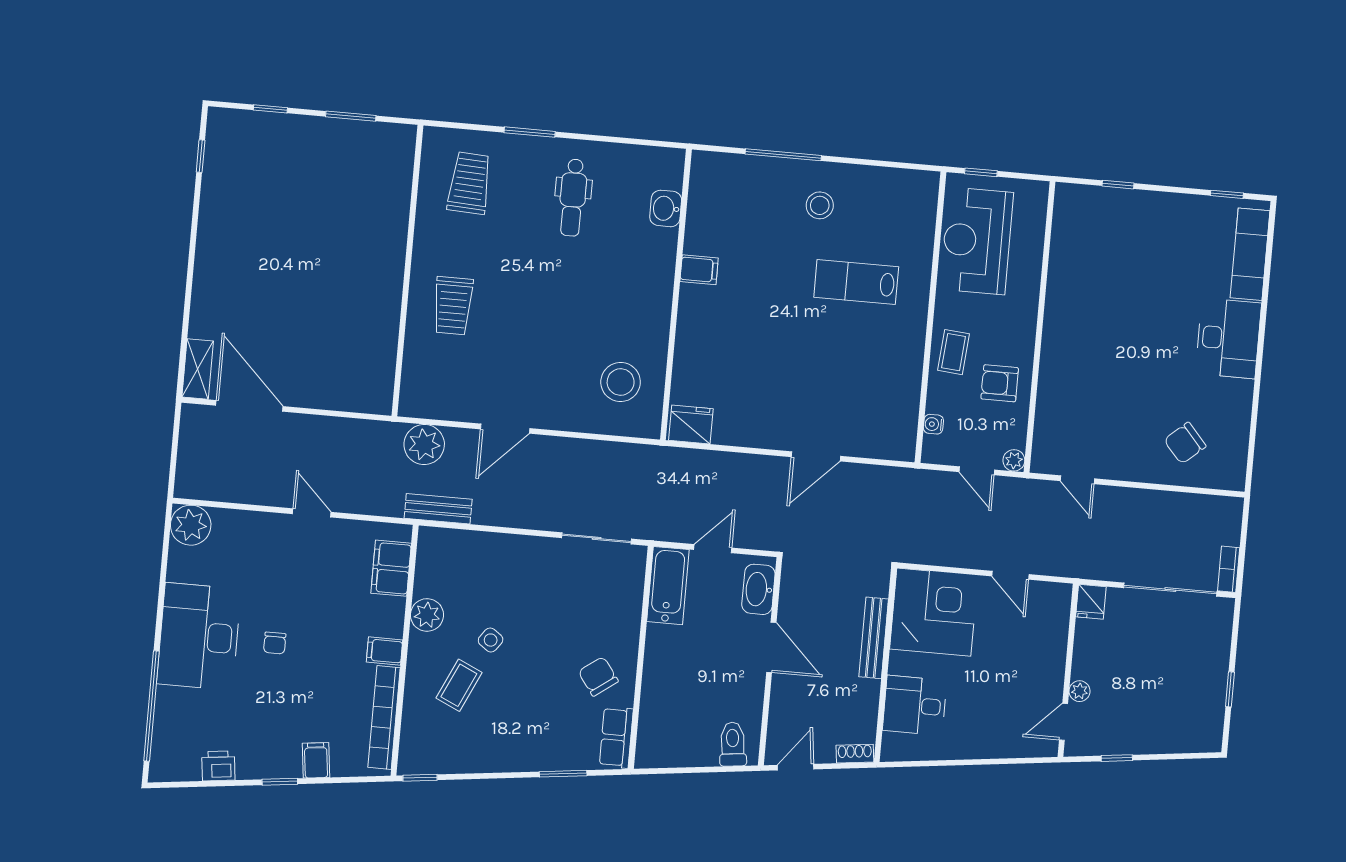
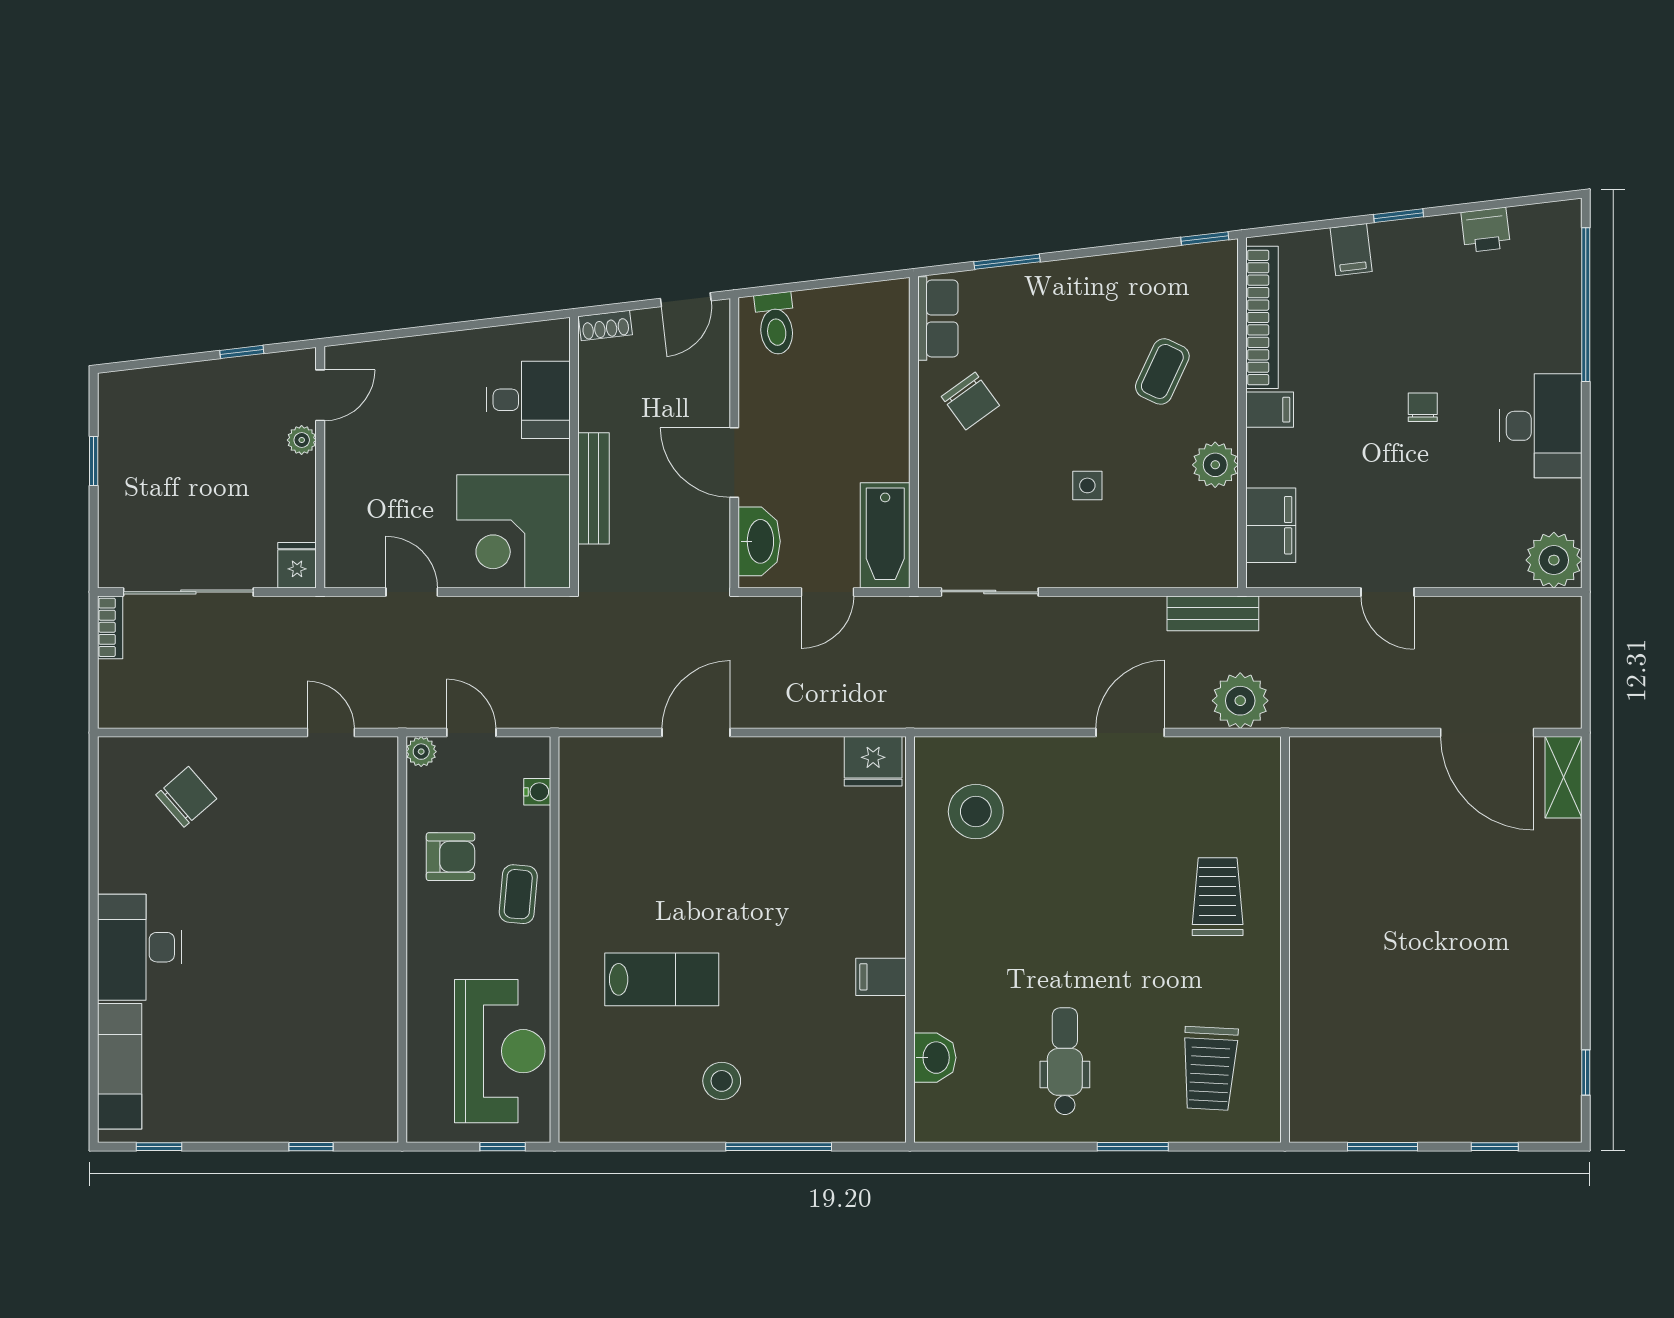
desk: (199, 636) -> (1541, 426), width x0.73, depth x0.77
side table: (491, 640) -> (1087, 485), moved, turned -36

